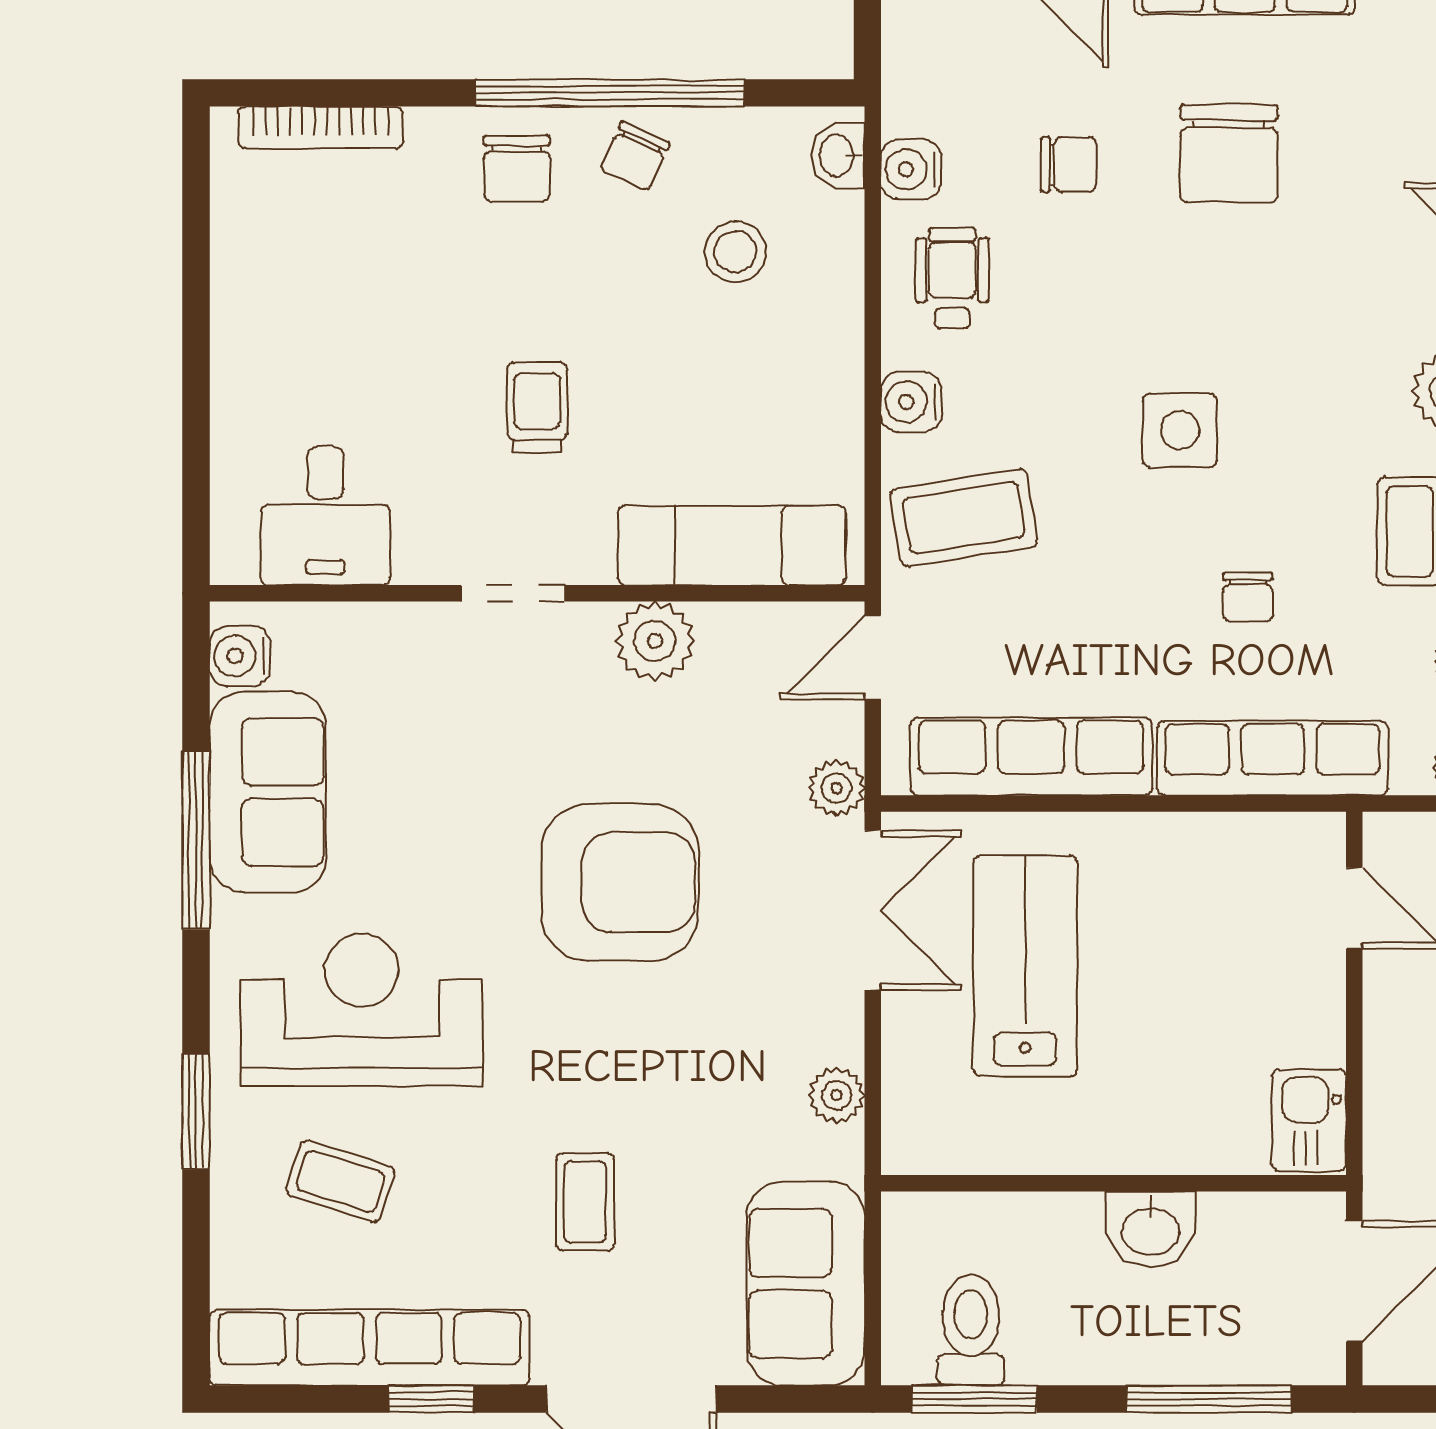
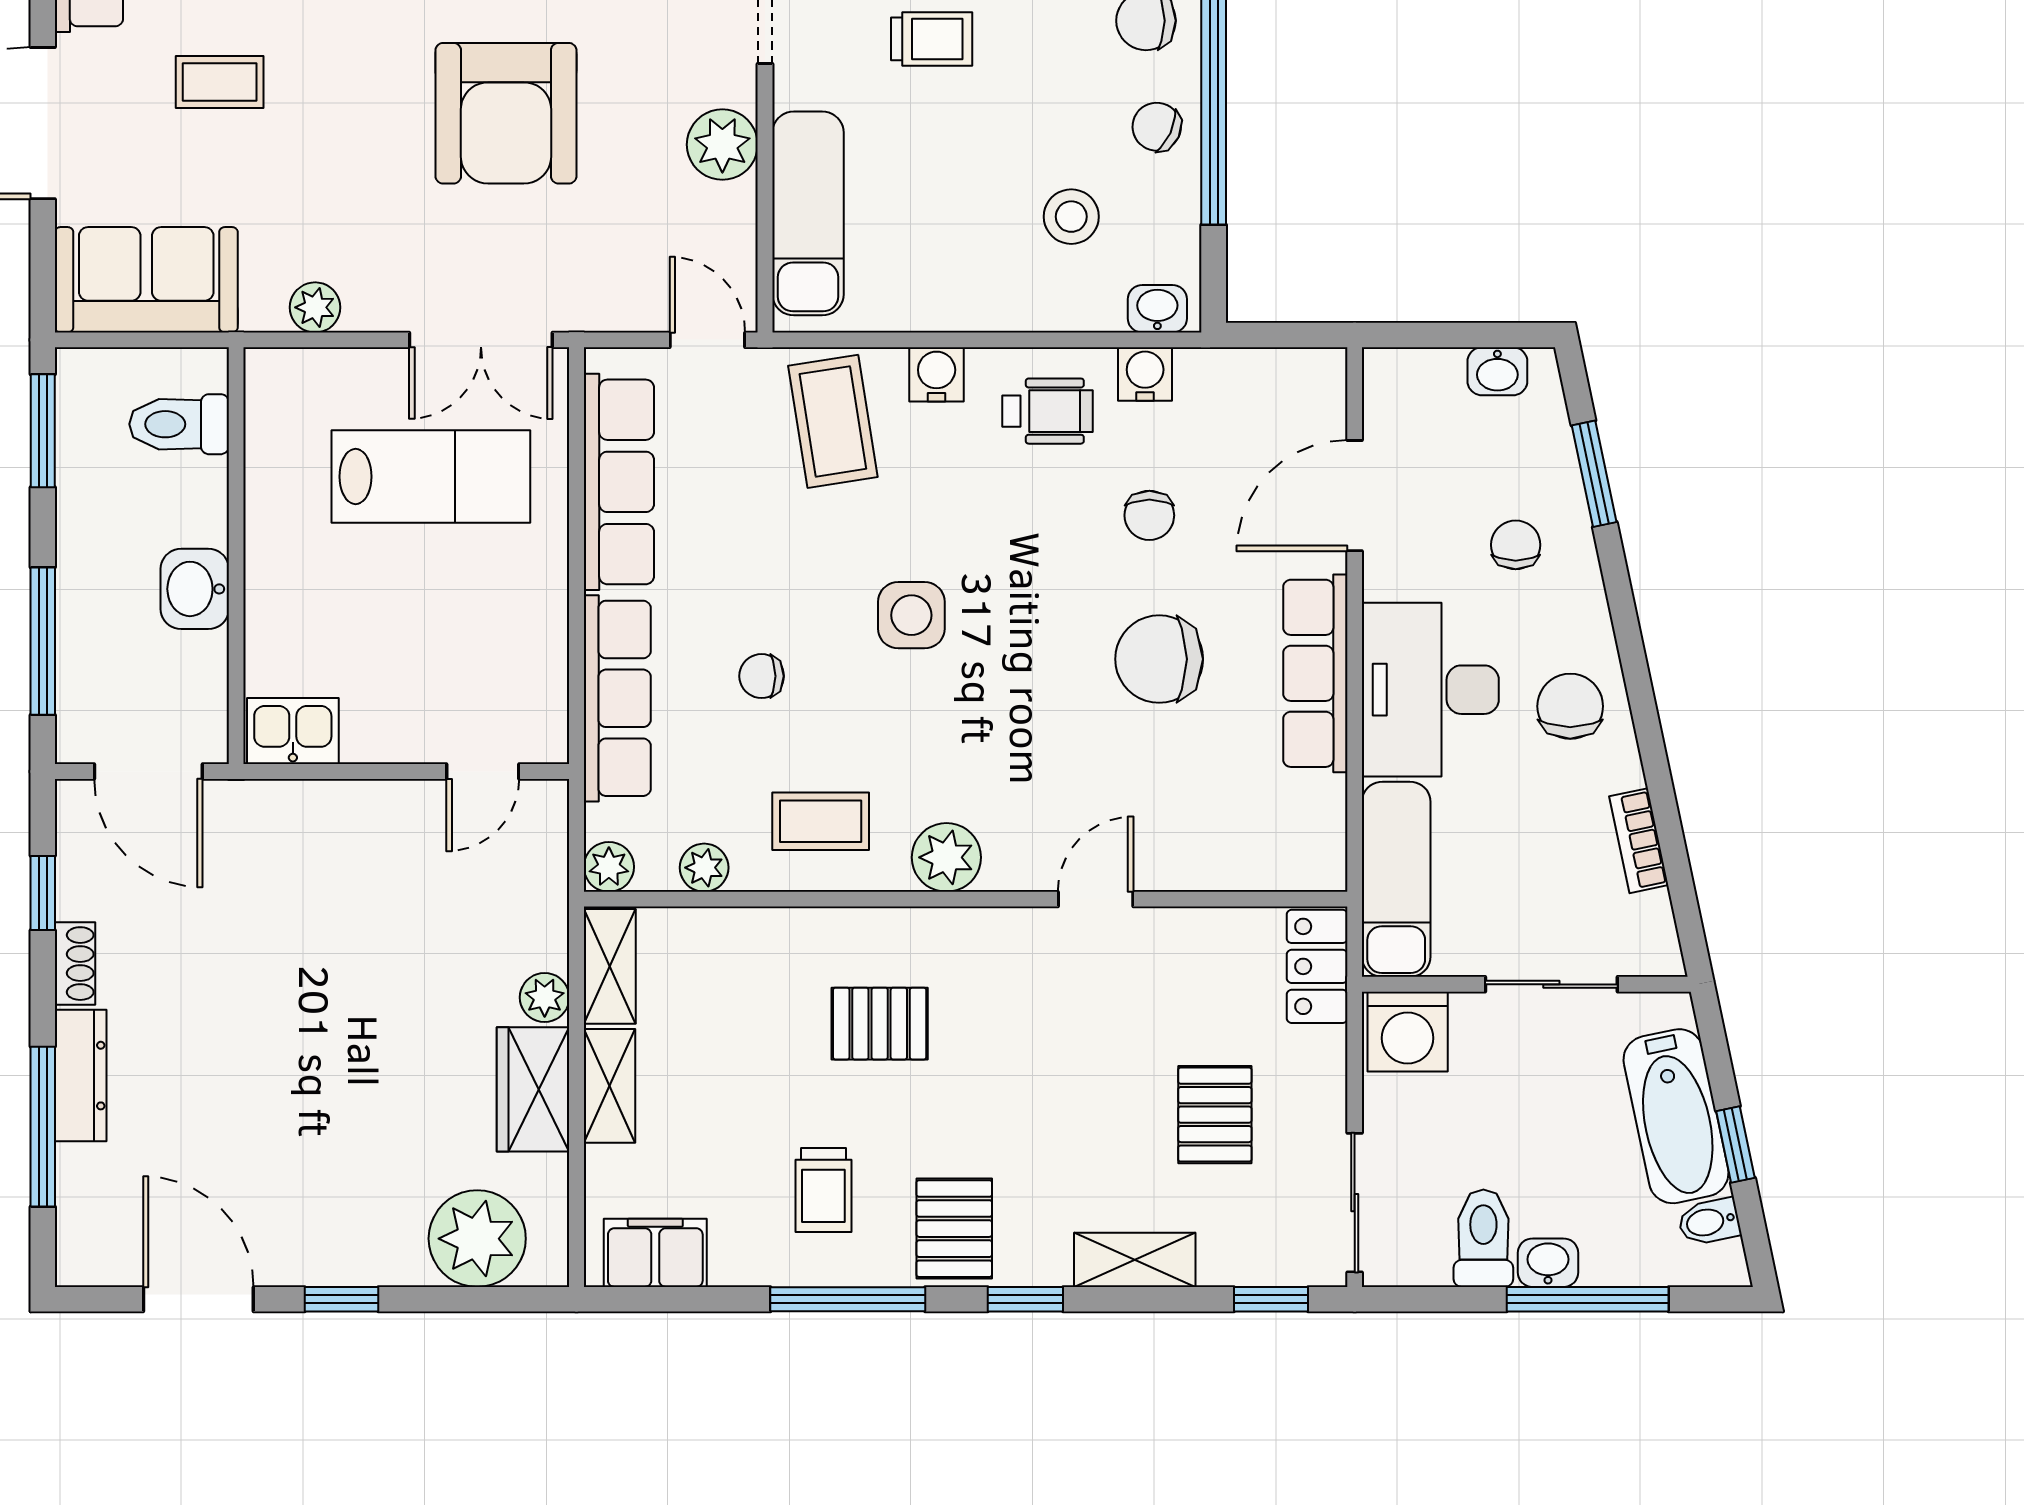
plant: (837, 788) -> (590, 307), removed
toilet: (971, 1330) -> (179, 424), moved, turned 180

